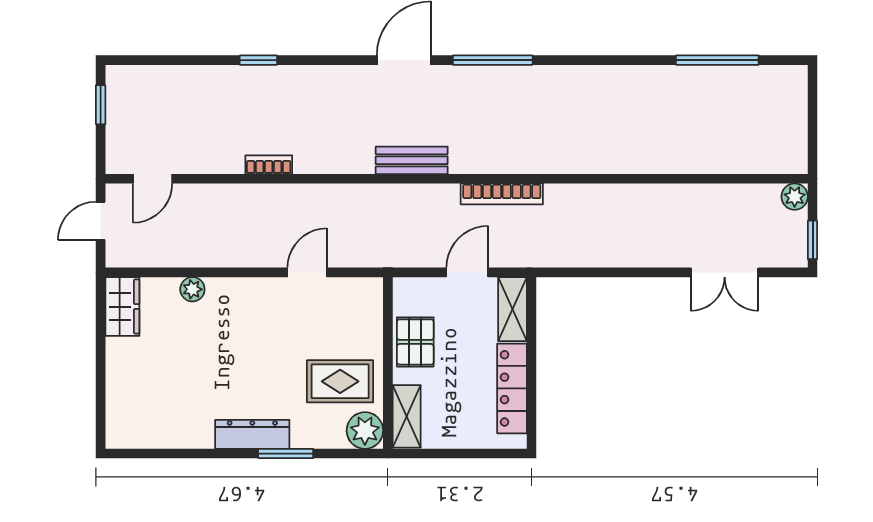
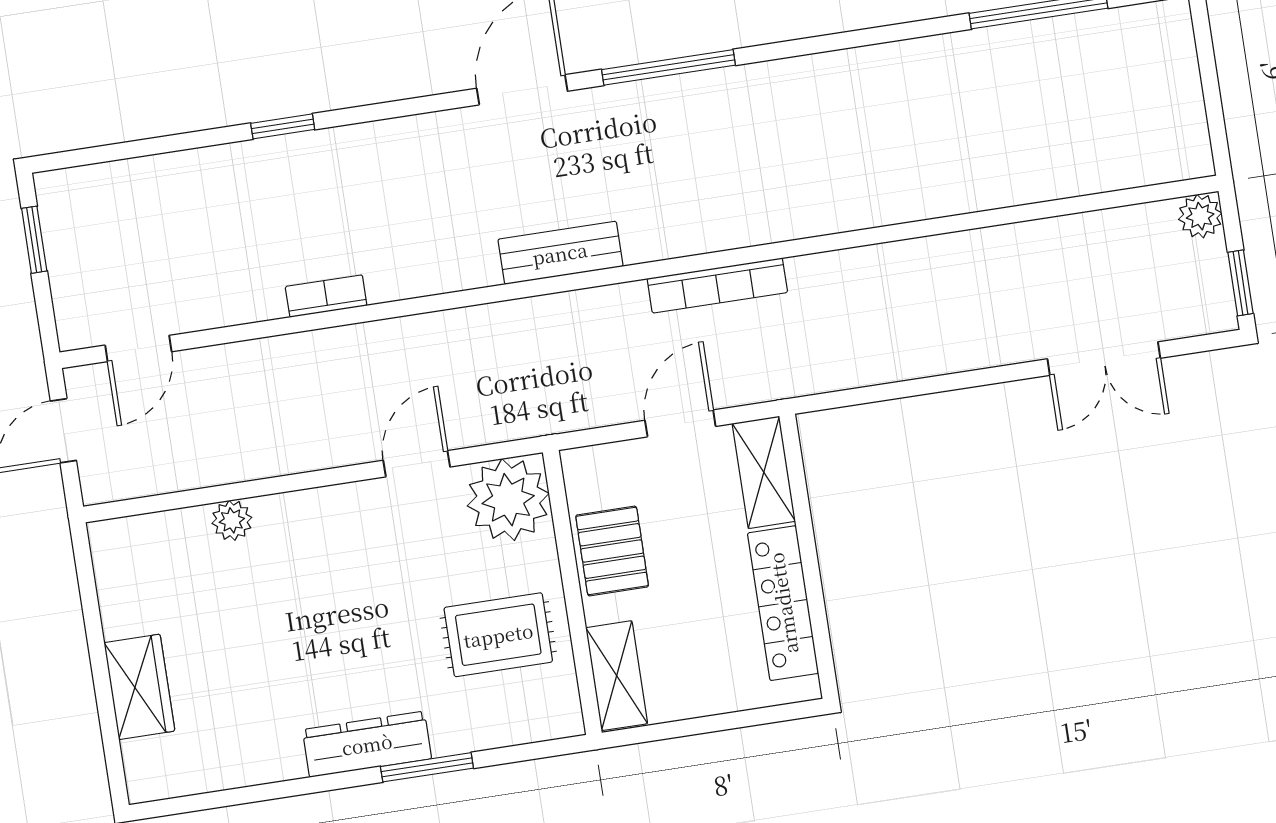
wardrobe: (122, 307) -> (139, 687), moved
plant: (365, 431) -> (508, 500), moved, width x1.36, depth x1.36

